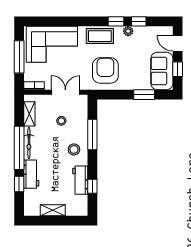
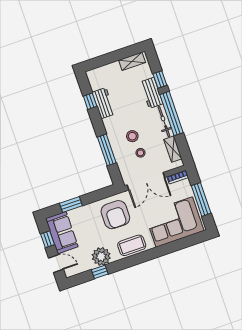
window: (116, 21) -> (121, 264), removed
plant: (128, 31) -> (101, 256), width x1.88, depth x1.88
double door: (65, 92) -> (146, 181), width x1.37
stool: (74, 149) -> (132, 136), moved
shelving: (53, 210) -> (132, 61), moved

